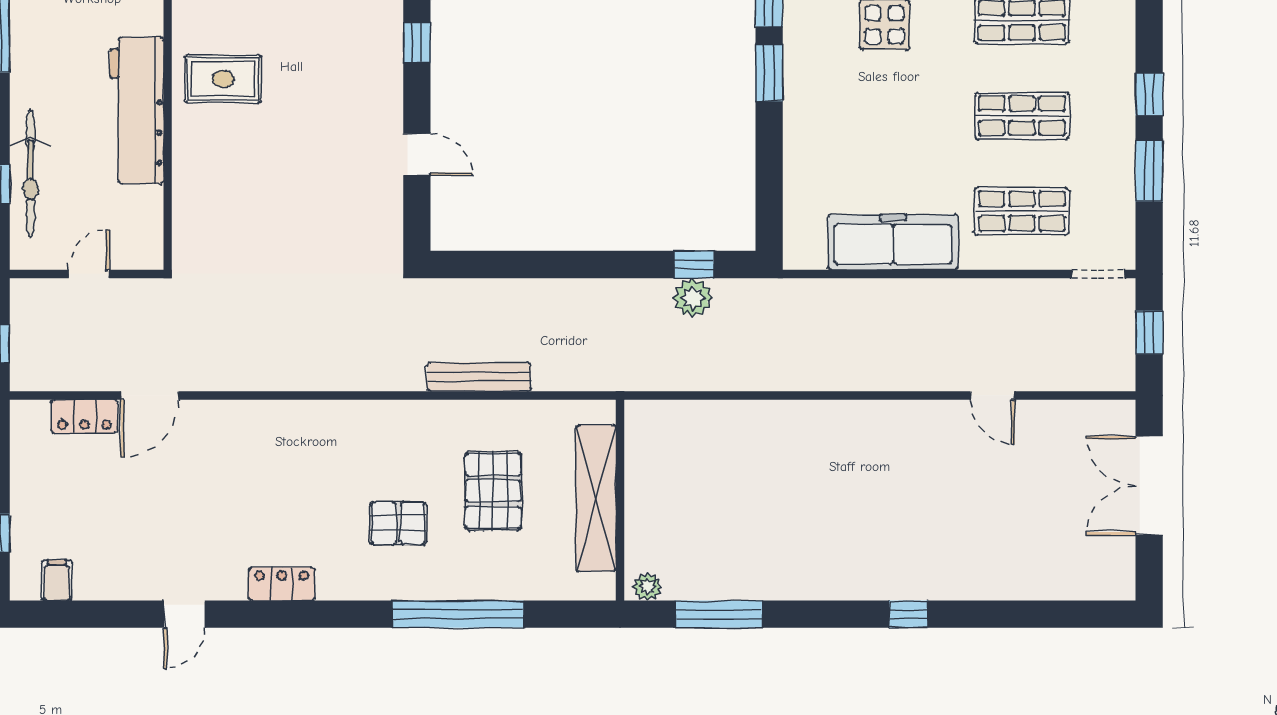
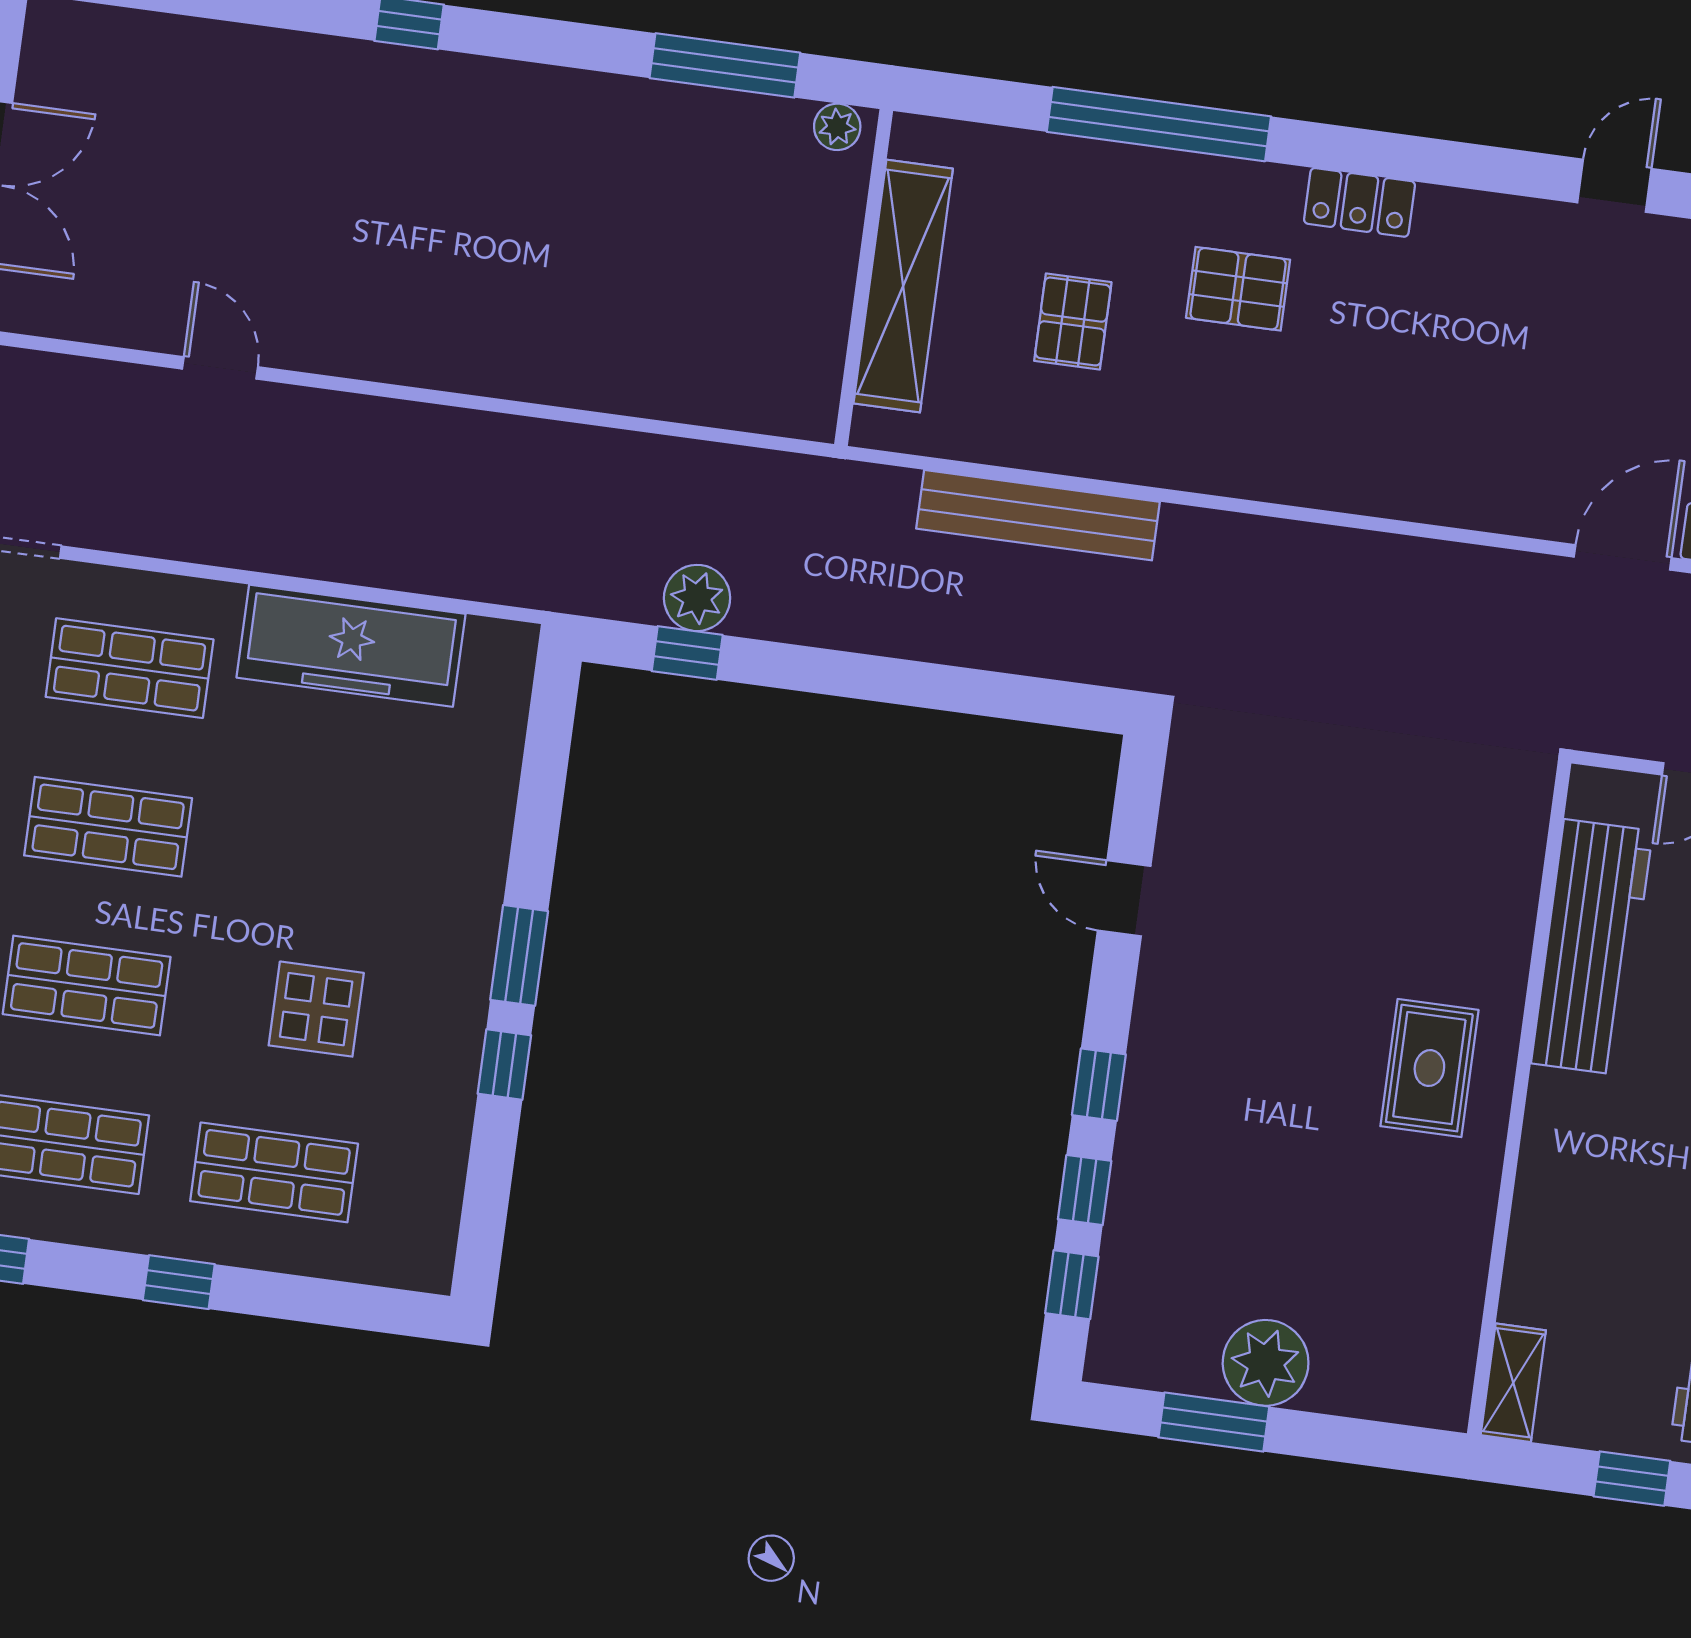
rug: (223, 79) -> (1429, 1068), turned 90
workbench: (137, 110) -> (1592, 947), moved
bench: (479, 377) -> (1038, 515), width x1.37, depth x1.21
pallet: (493, 491) -> (1073, 321), width x0.67, depth x0.71
locker: (282, 584) -> (1359, 202), moved

